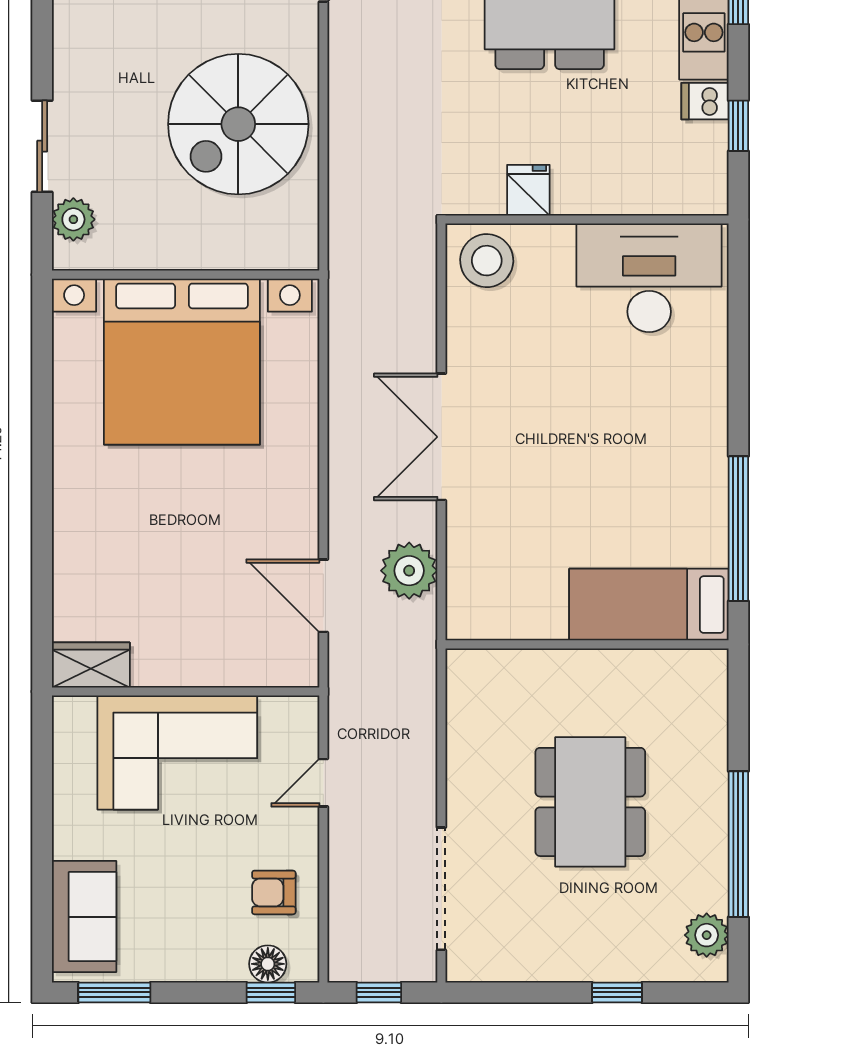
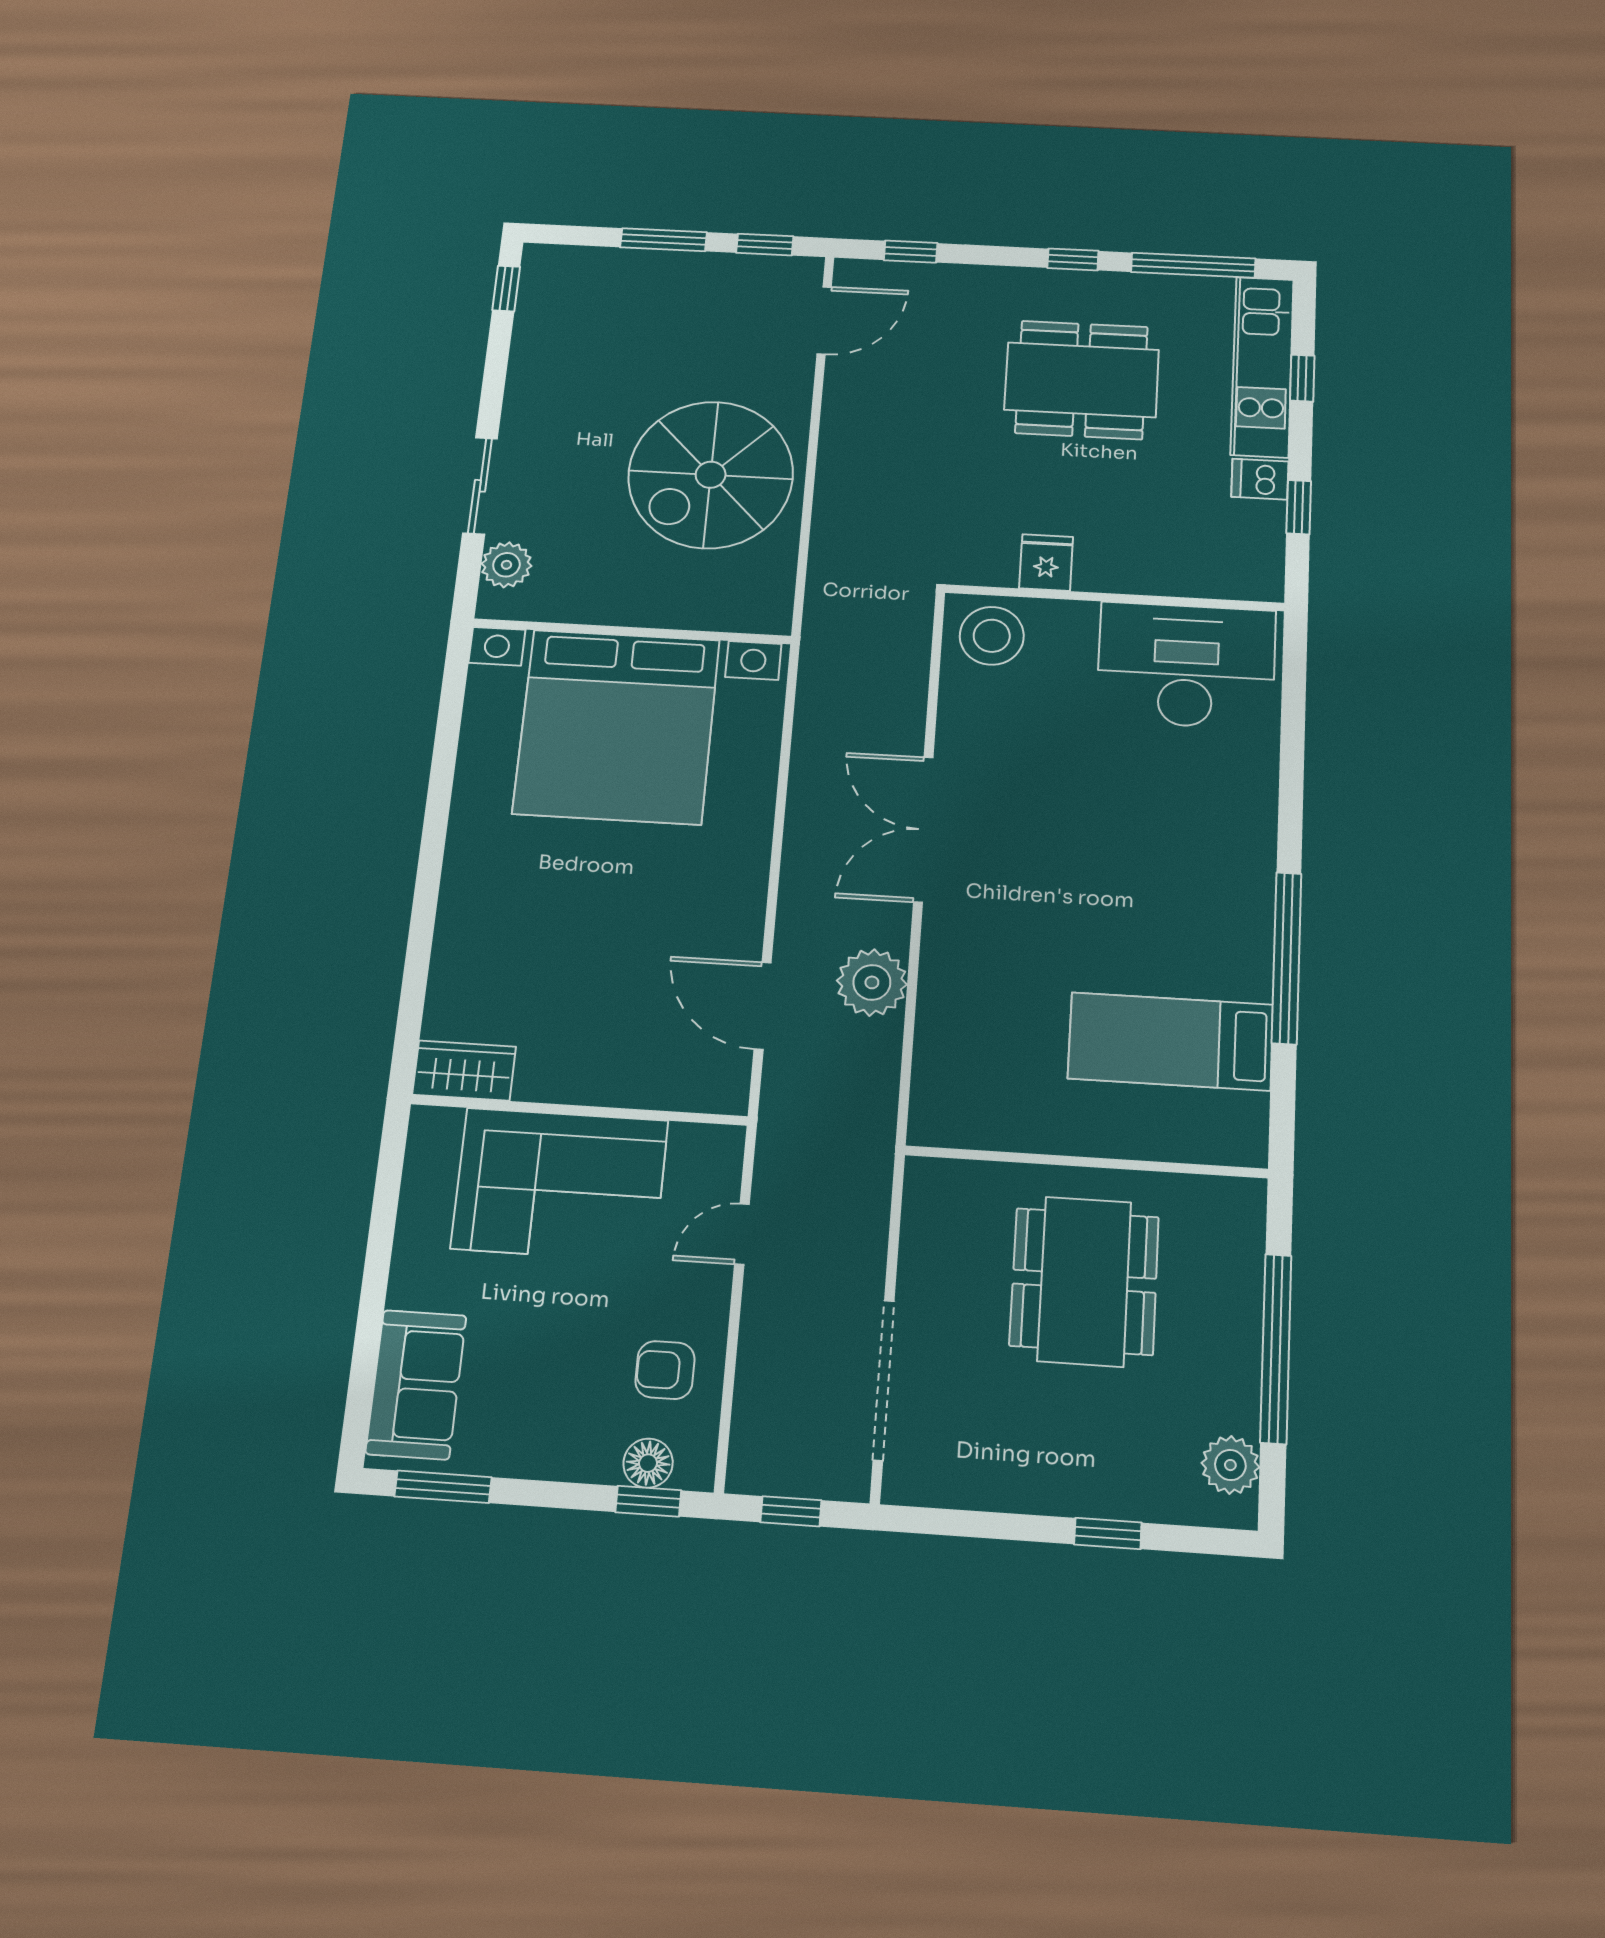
wall: (587, 644) -> (1086, 1162), moved

